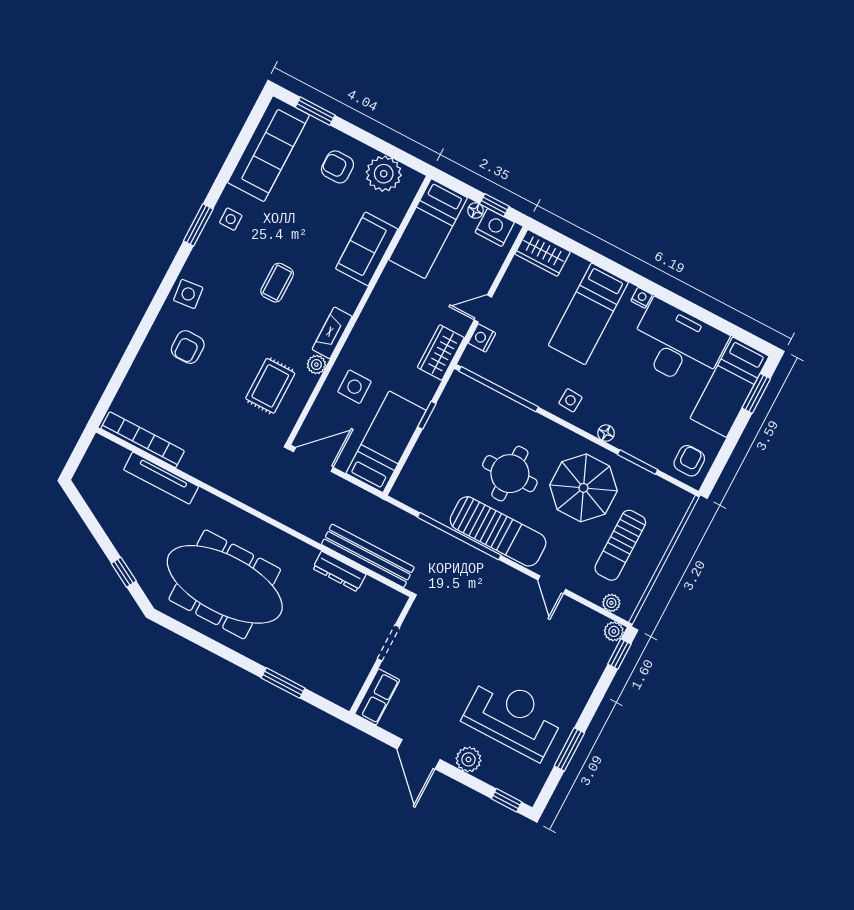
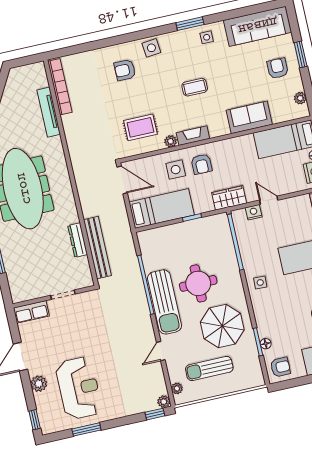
window: (315, 111) -> (301, 54), moved
plant: (384, 174) -> (300, 98), width x0.53, depth x0.53
armchair: (374, 351) -> (202, 164), added
floor lamp: (606, 433) -> (266, 344), moved

